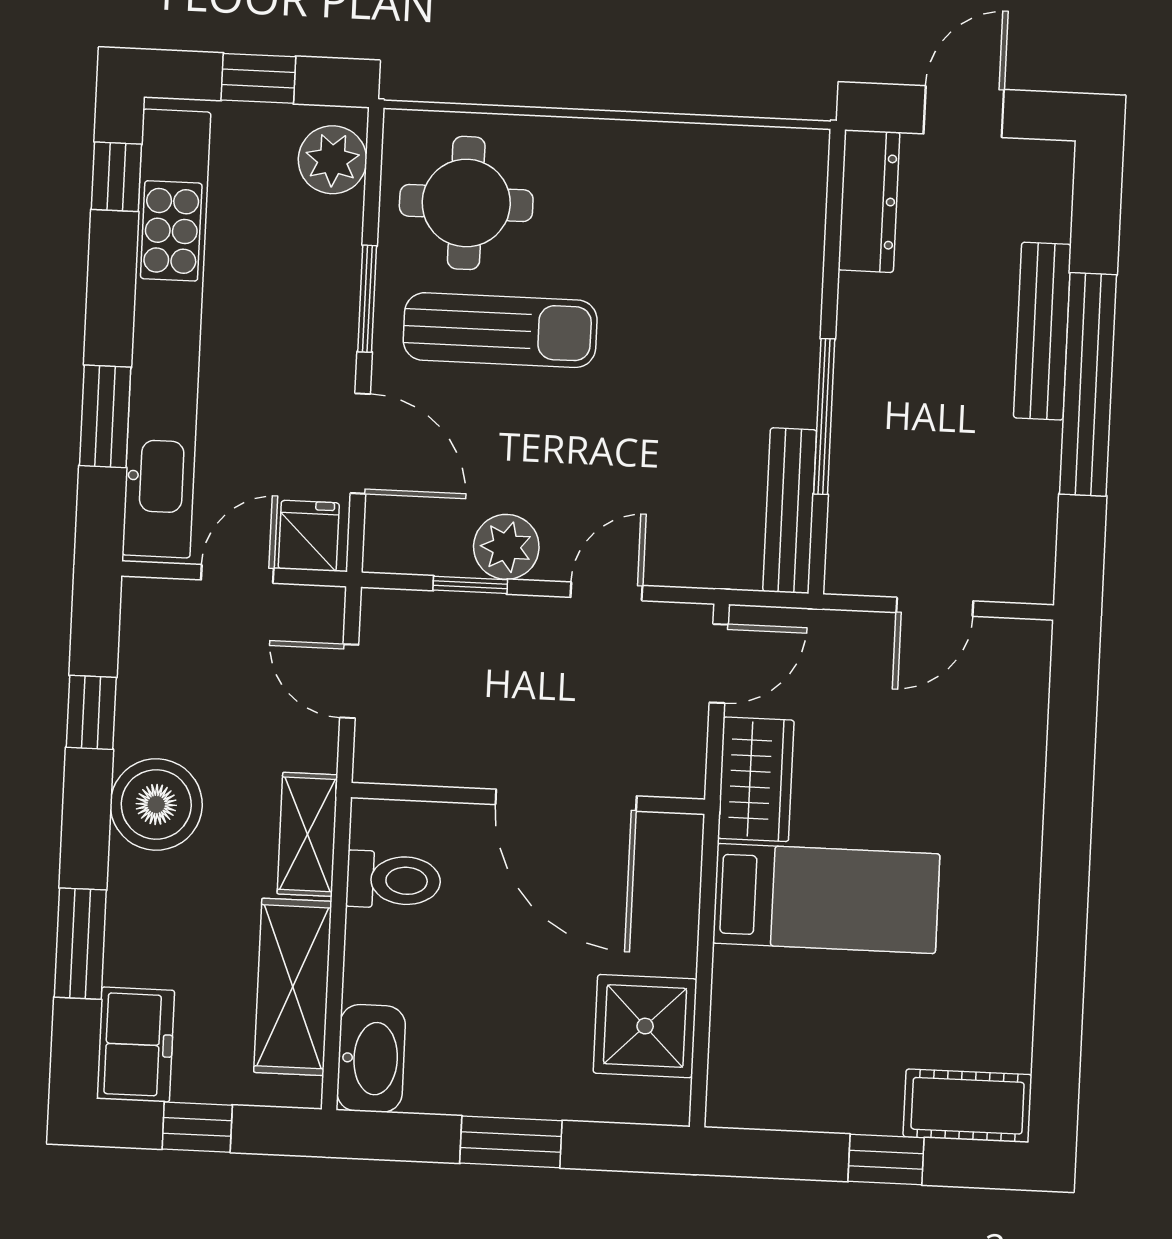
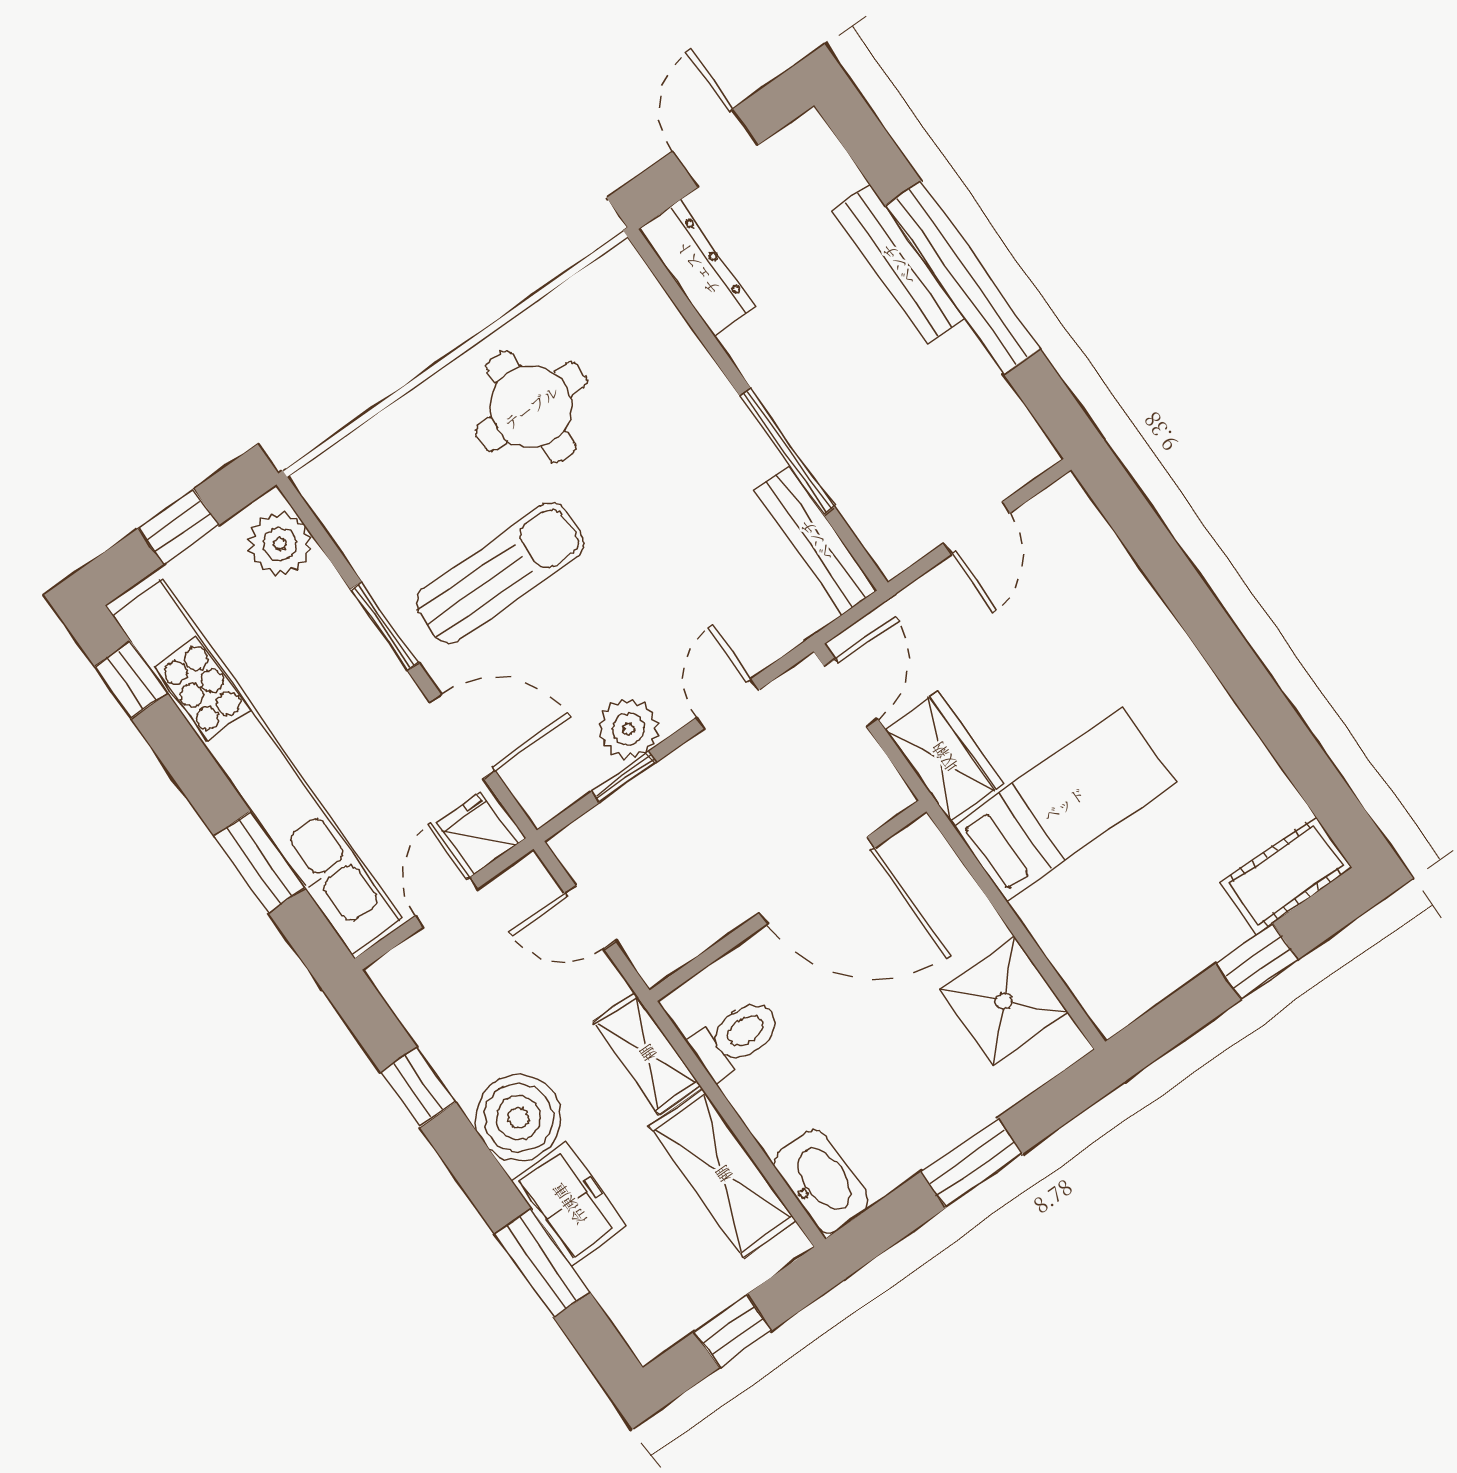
round table: (466, 203) -> (531, 407), moved
freezer: (135, 1045) -> (569, 1204), moved

